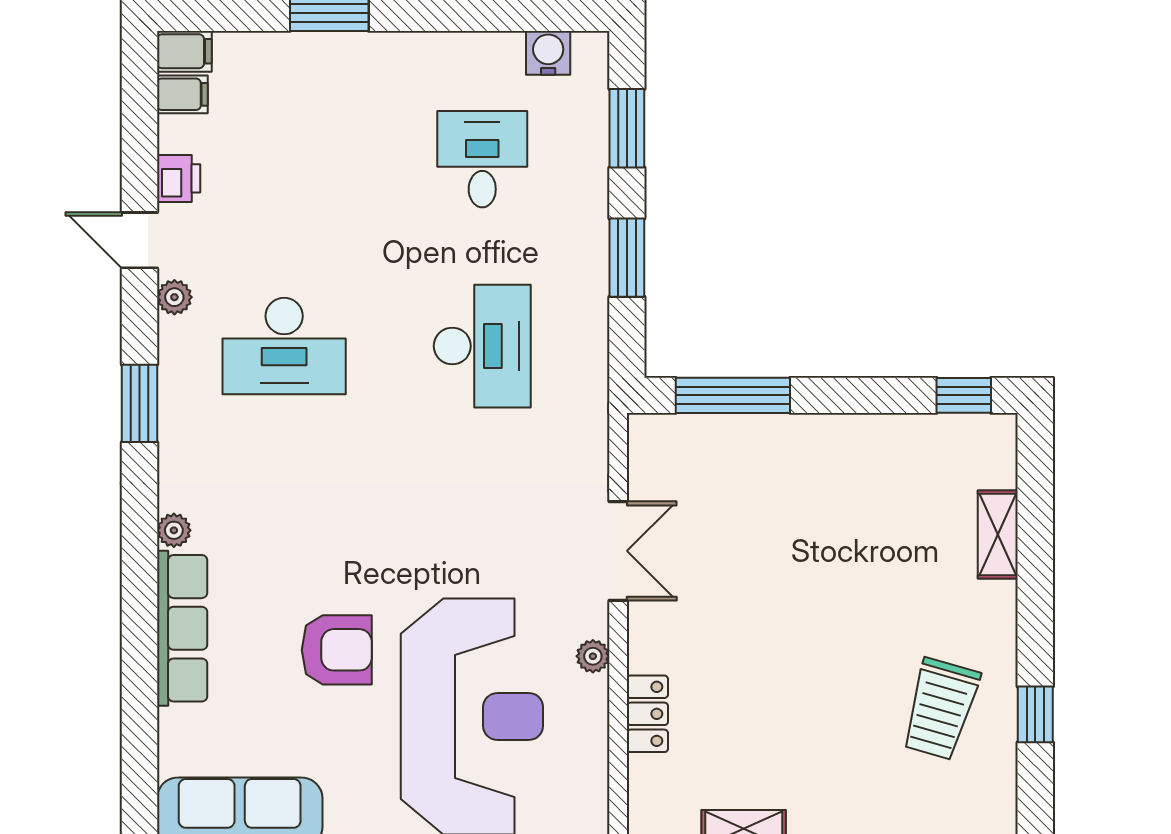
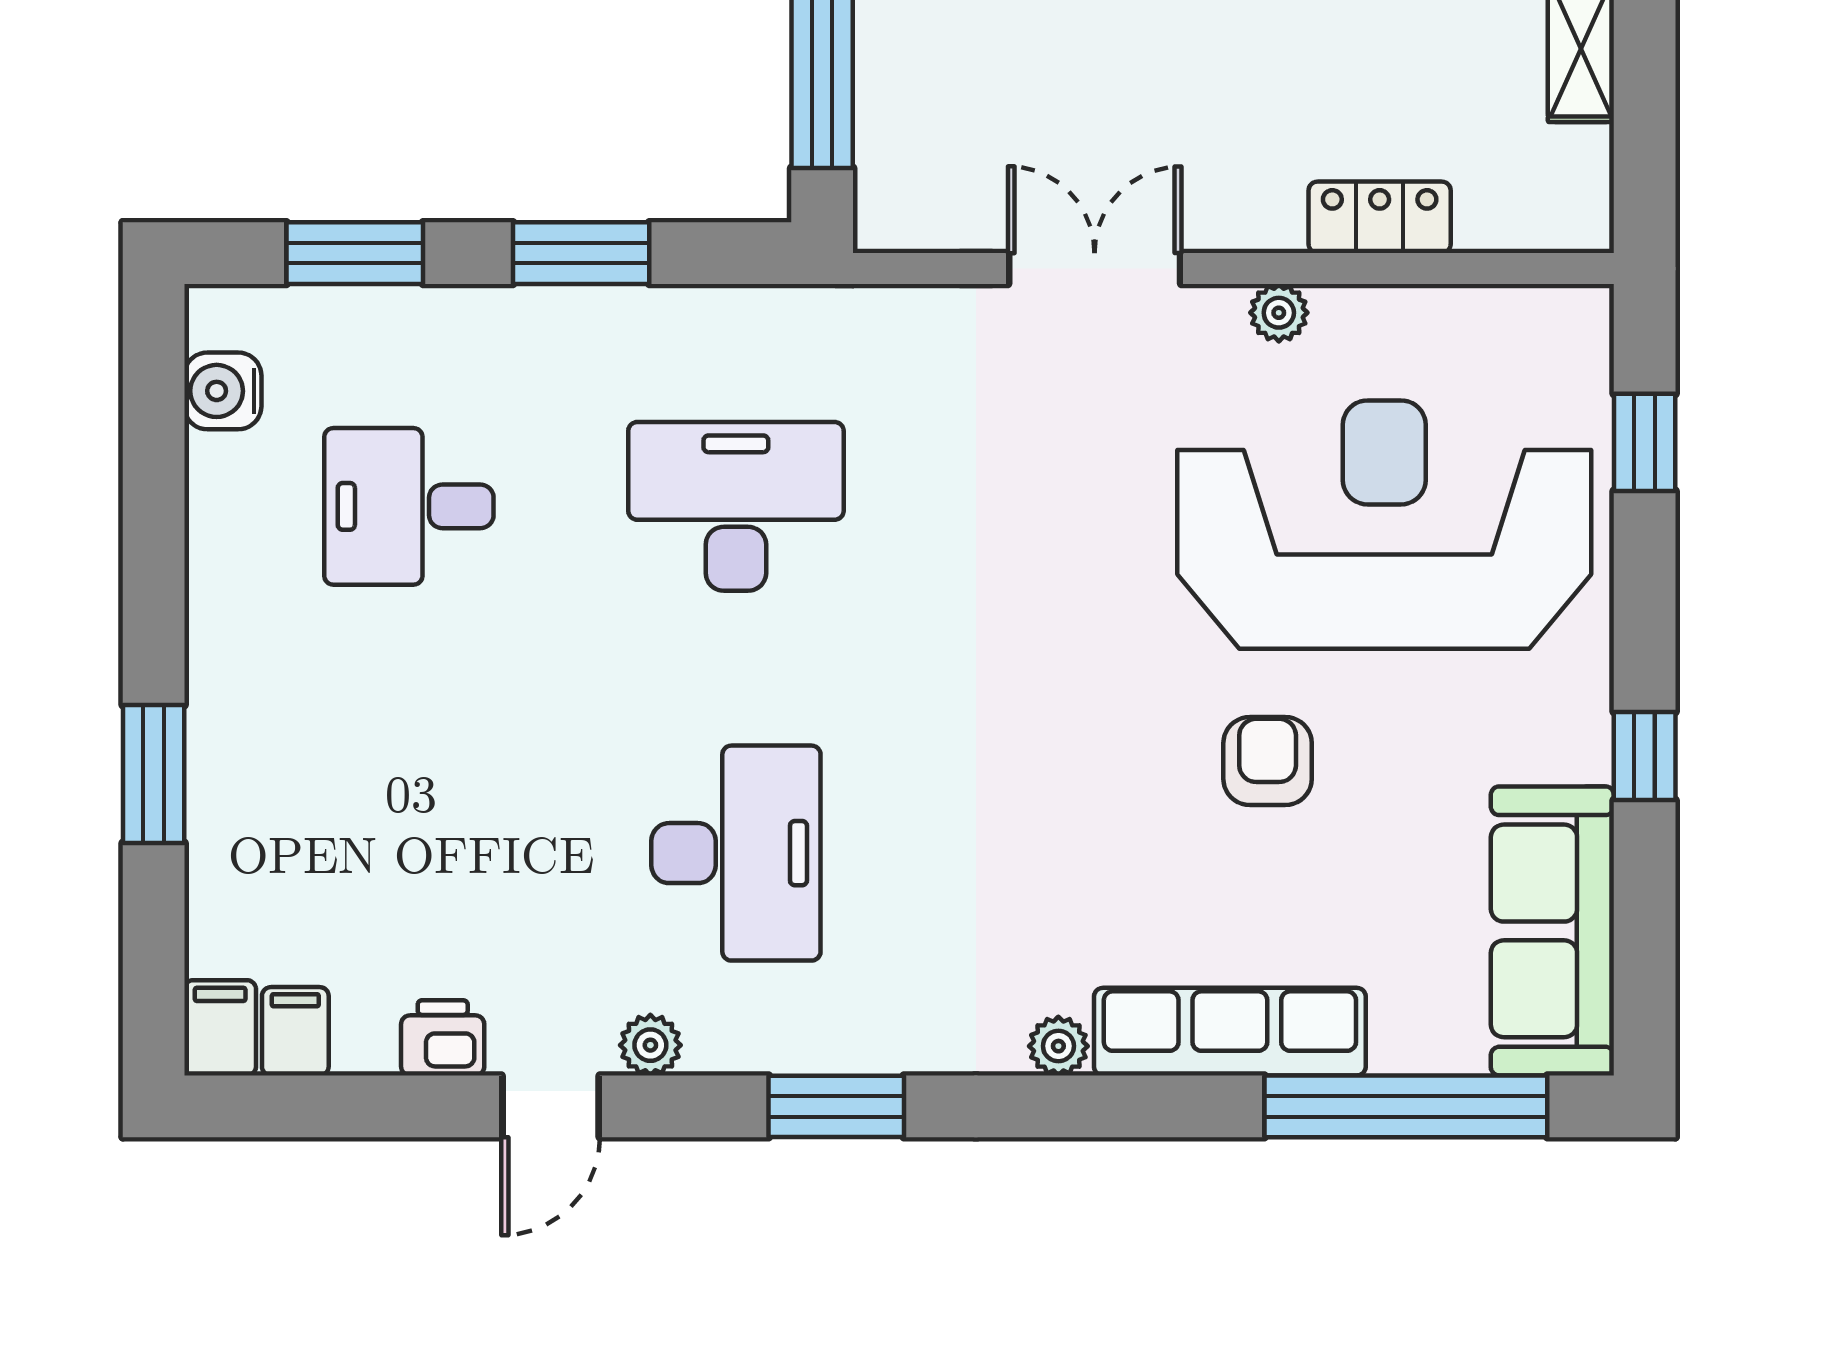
armchair: (337, 650) -> (1268, 761), width x0.72, depth x0.72
window: (139, 729) -> (1406, 1106), added

